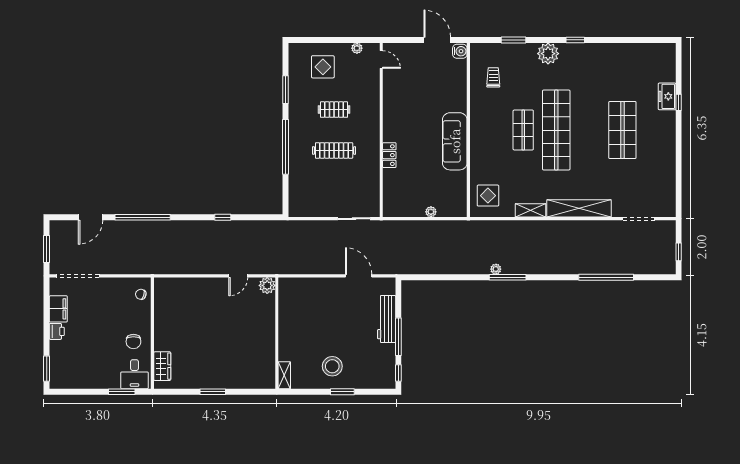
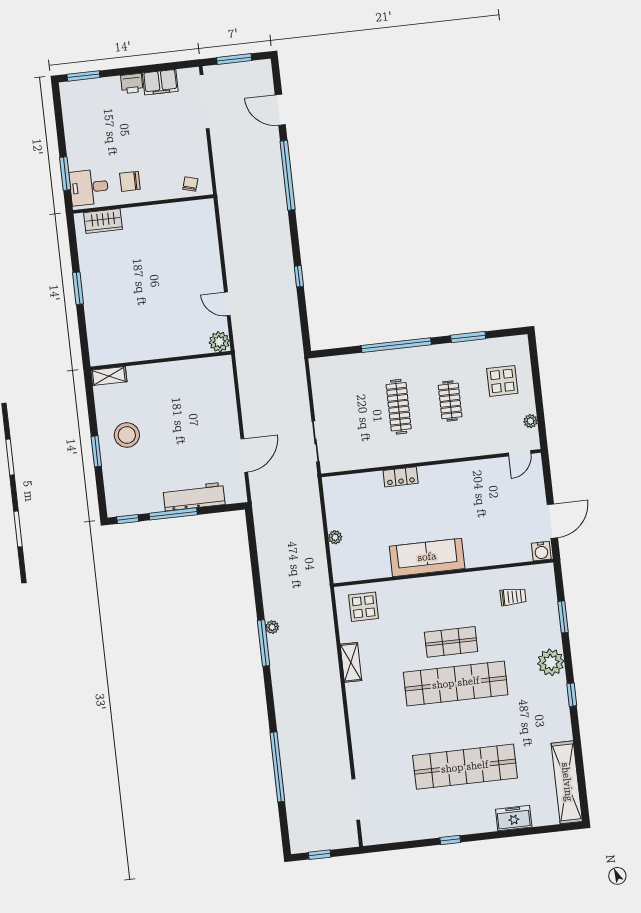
window: (679, 102) -> (450, 840), moved
shop shelf: (622, 130) -> (465, 767), width x1.40
shelving: (579, 208) -> (567, 782), moved

